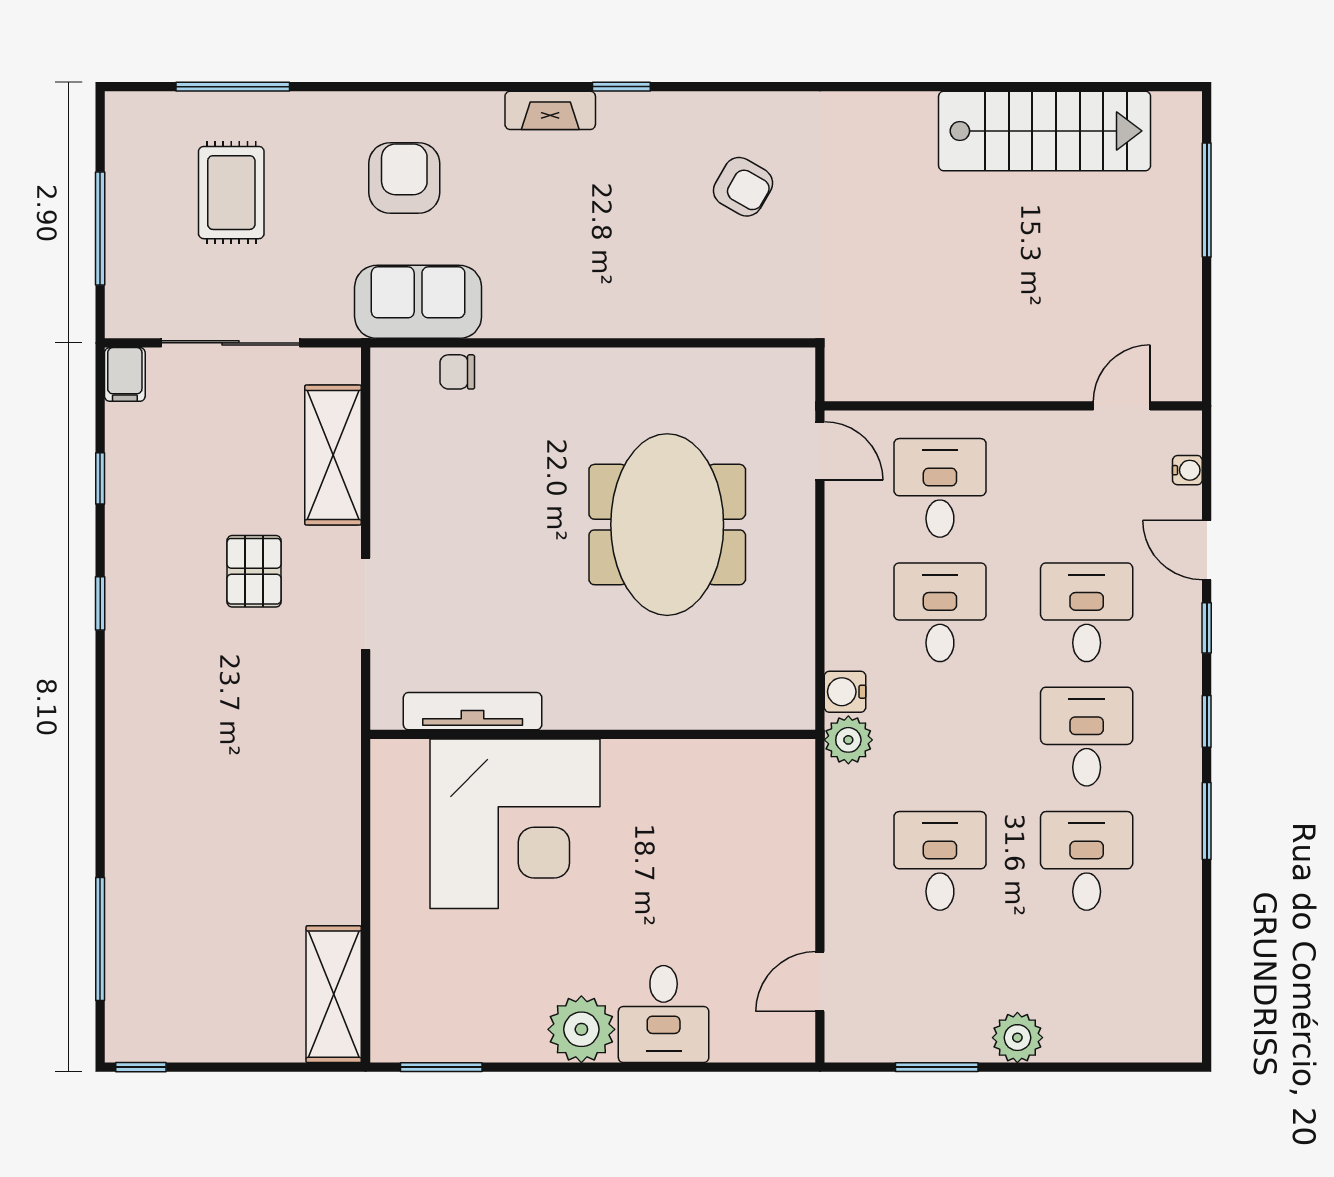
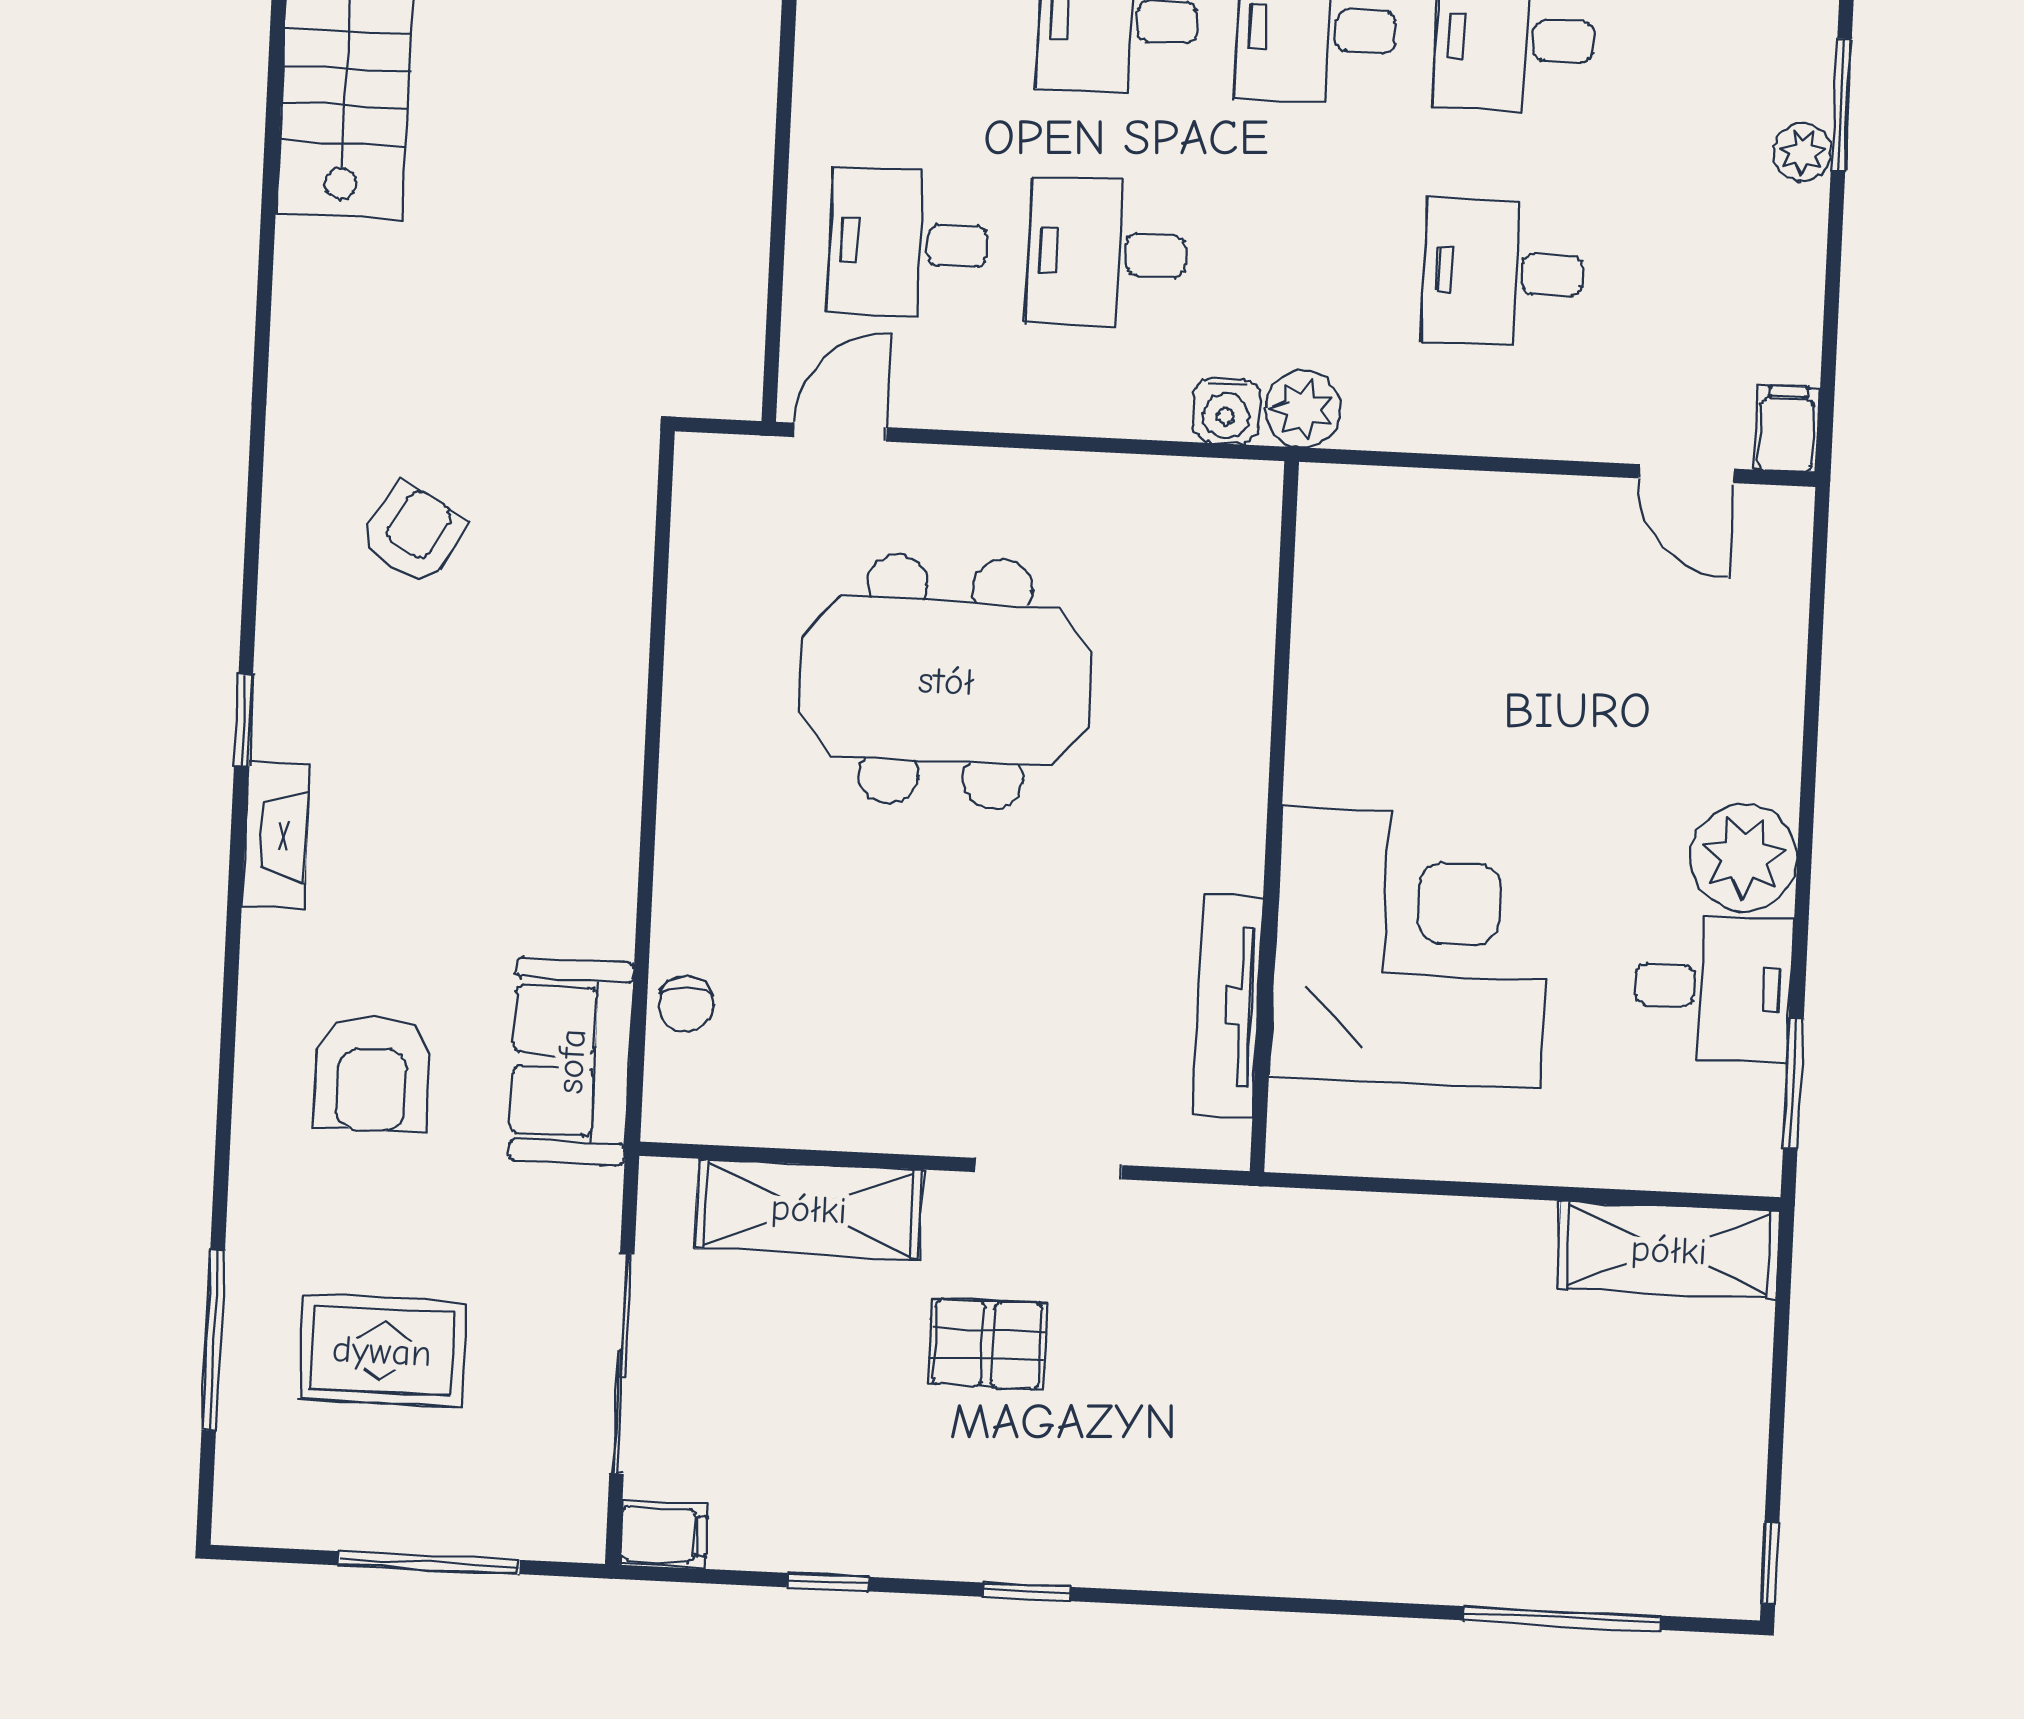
armchair: (404, 178) -> (372, 1074), turned -90
desk: (664, 1014) -> (1713, 987), moved
plant: (1017, 1038) -> (1803, 152), width x0.73, depth x0.73
filing cabinet: (851, 1043) -> (1787, 429), added
window: (937, 1067) -> (1841, 105), moved

